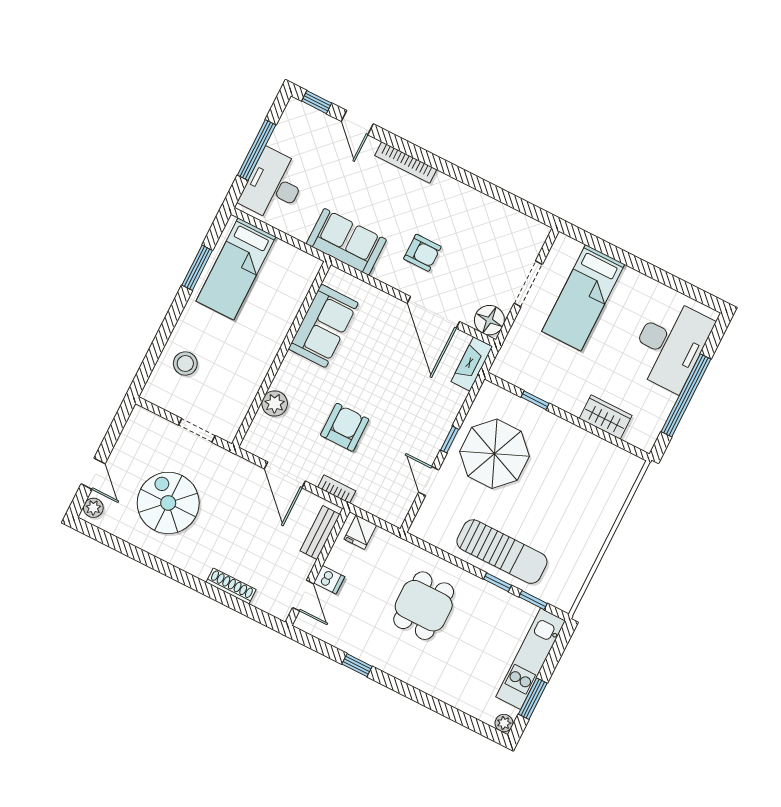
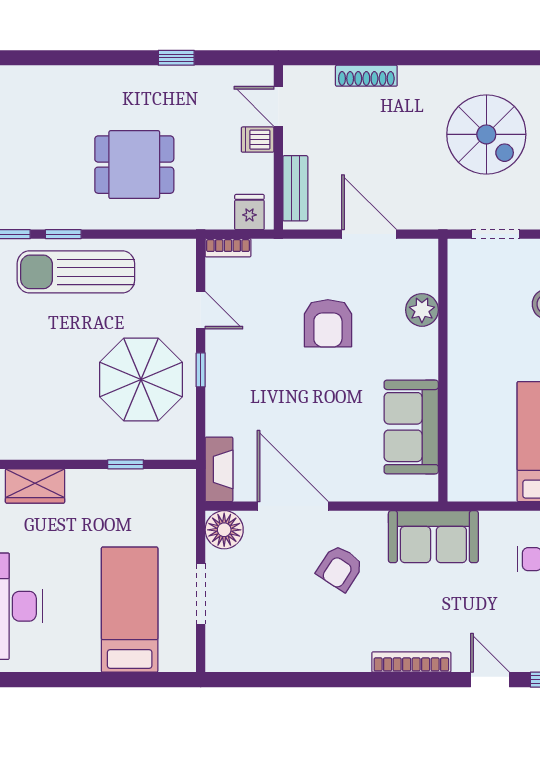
armchair: (422, 253) -> (340, 568), turned -57
bookcase: (337, 489) -> (228, 248), moved
dining table: (424, 606) -> (134, 165), turned 90

